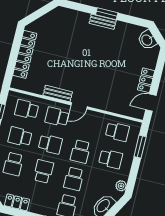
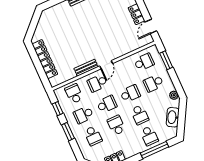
school desk: (27, 109) -> (74, 94), turned 90
school desk: (80, 152) -> (130, 94), turned -90
school desk: (111, 159) -> (154, 83), turned 180

